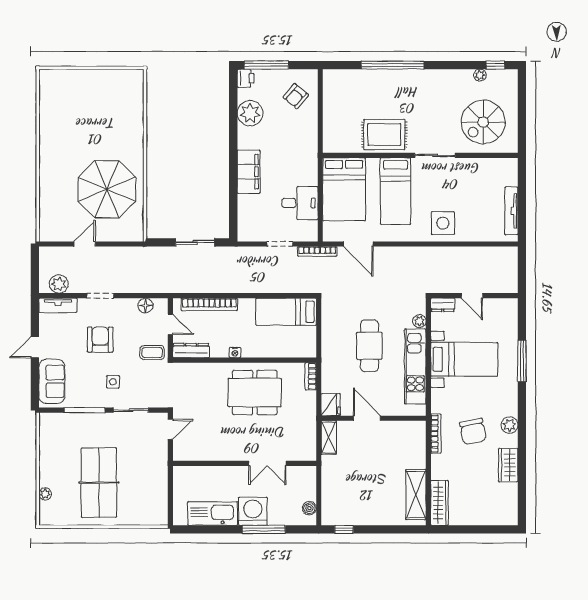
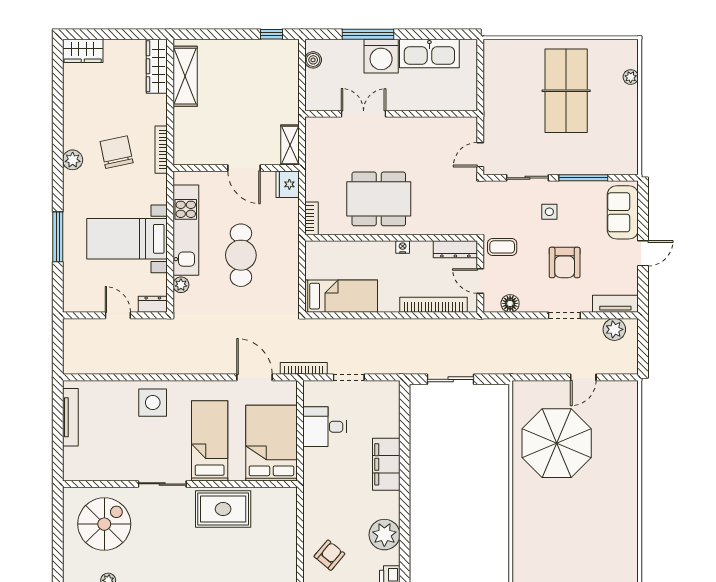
wardrobe: (508, 465) -> (83, 51), moved, turned 90

